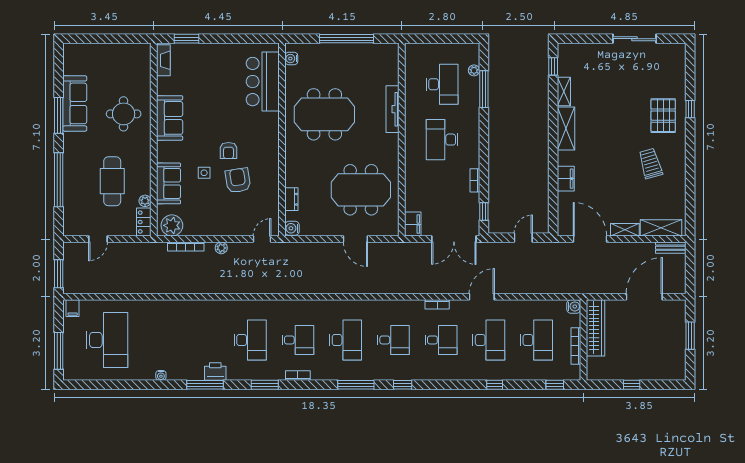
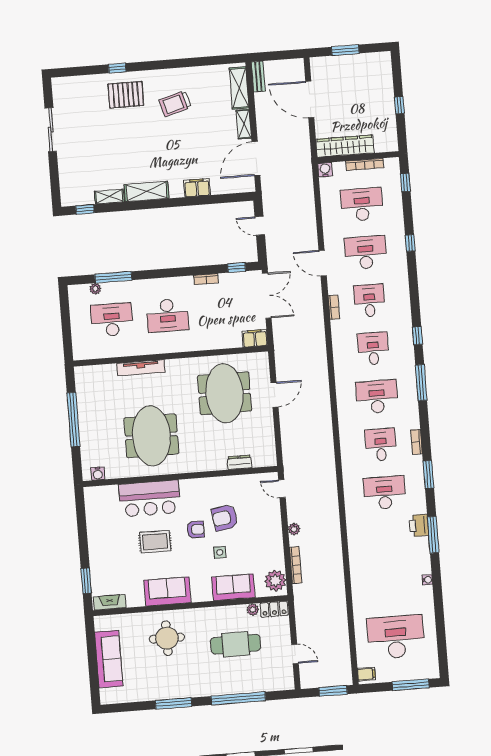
bar counter: (263, 82) -> (150, 498), moved
sofa: (75, 103) -> (109, 659), moved, turned 90
rug: (220, 110) -> (155, 542), added
water cooler: (292, 228) -> (269, 459), removed

